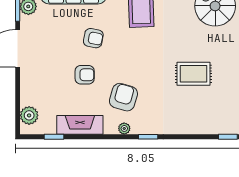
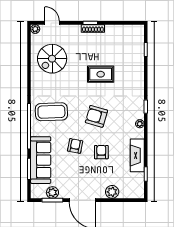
rug: (193, 74) -> (101, 74), turned 90
armchair: (123, 97) -> (96, 116), moved
plant: (29, 115) -> (112, 192), moved

